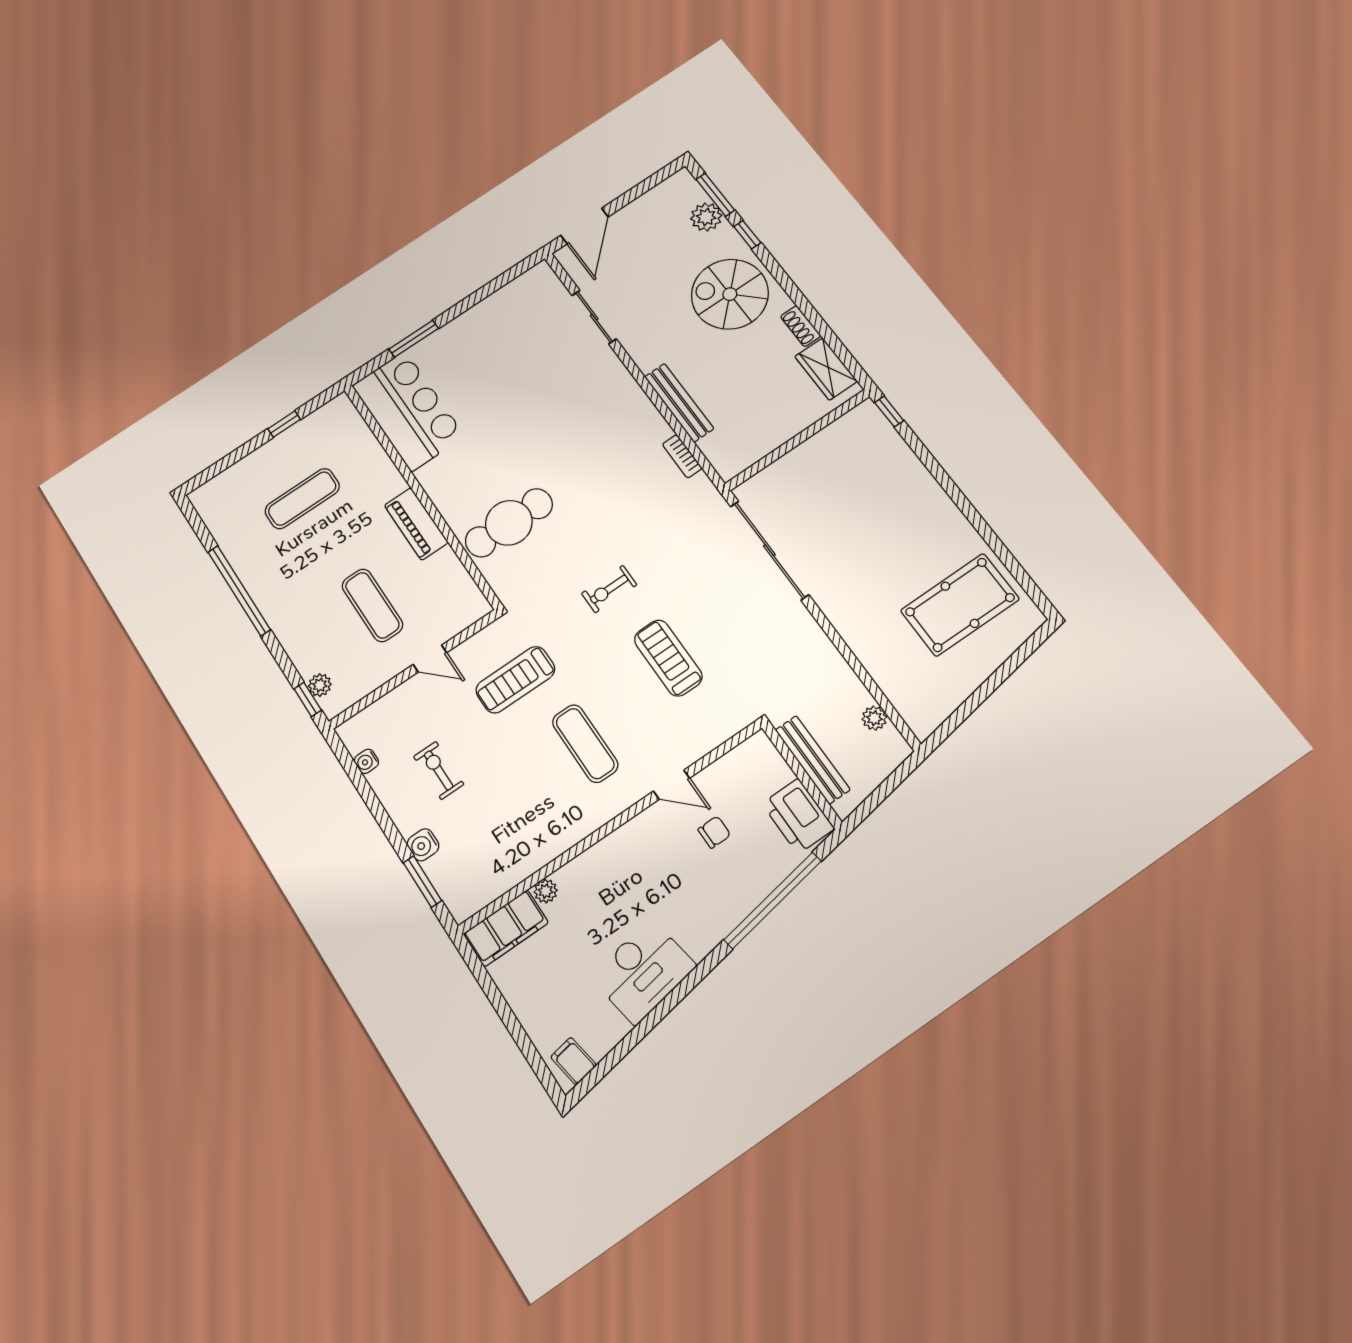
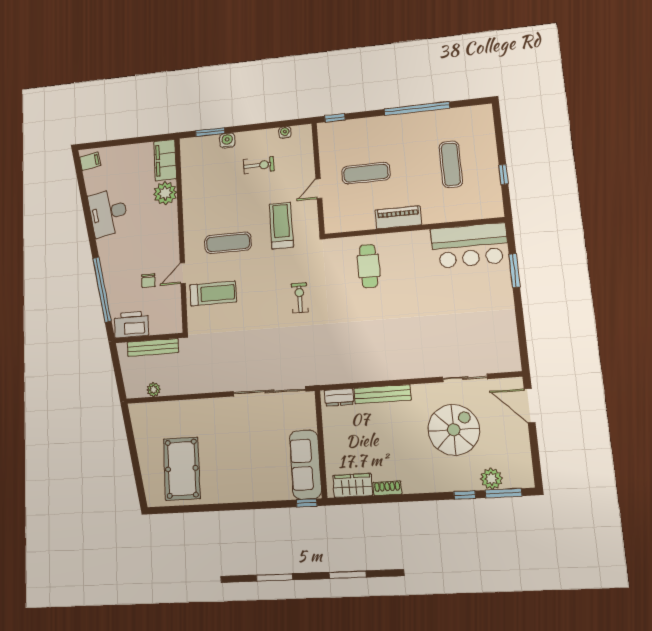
spiral stairs: (730, 294) -> (454, 430), moved
sofa: (839, 443) -> (305, 464), added
dresser: (719, 454) -> (339, 397), added
bookcase: (682, 456) -> (350, 377), removed
cafe table: (509, 523) -> (369, 266), width x0.73, depth x0.74
treadmill: (668, 658) -> (213, 293), moved
plant: (320, 685) -> (339, 127), removed
plant: (546, 891) -> (165, 193), width x1.88, depth x1.88

